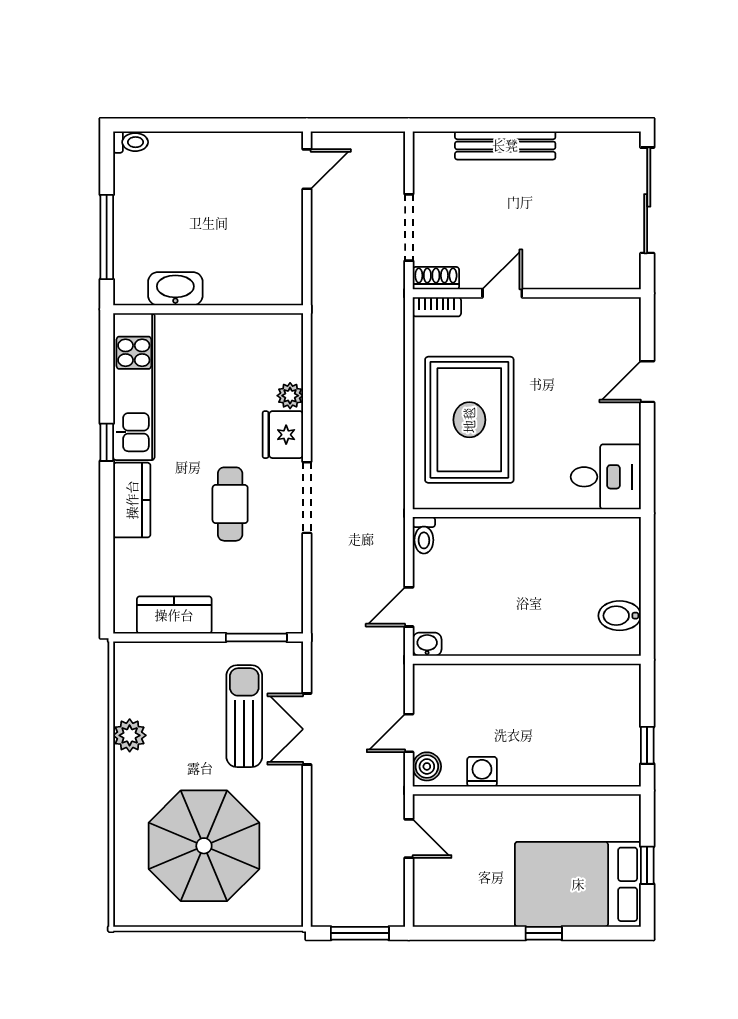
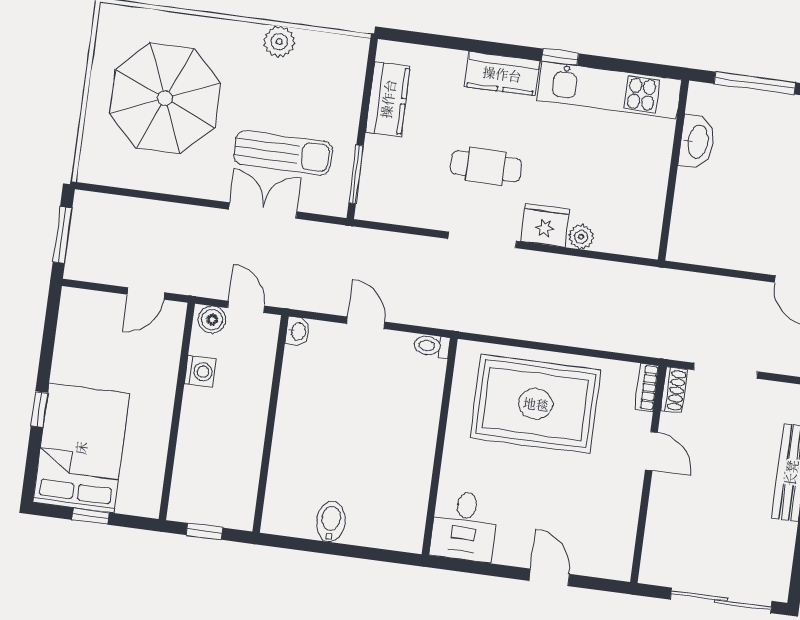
washbasin: (427, 644) -> (298, 331), moved
wall: (527, 660) -> (270, 424), moved

